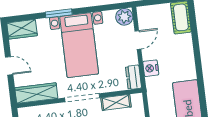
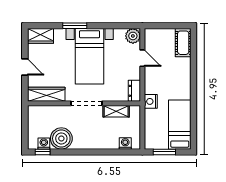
door: (138, 40) -> (142, 58), hinge flipped
nightstand: (151, 68) -> (151, 101), moved

